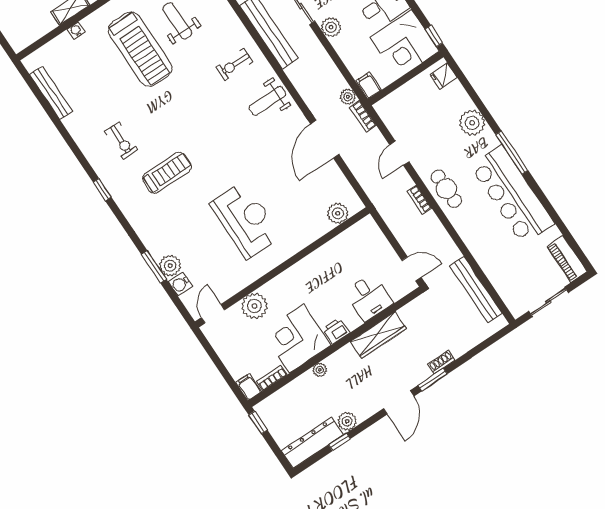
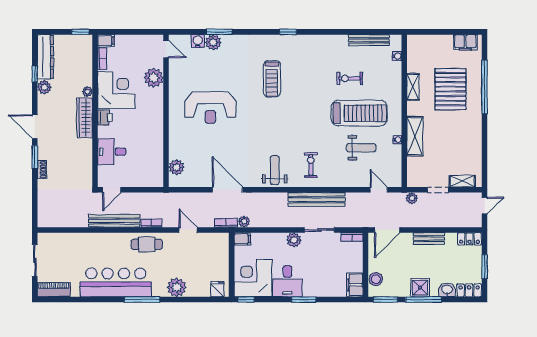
water cooler: (76, 31) -> (397, 56), moved
treadmill: (140, 49) -> (359, 113), turned 180
exercise bike: (121, 141) -> (350, 78), moved
bench: (476, 290) -> (114, 221), moved
wardrobe: (378, 335) -> (85, 118), moved

